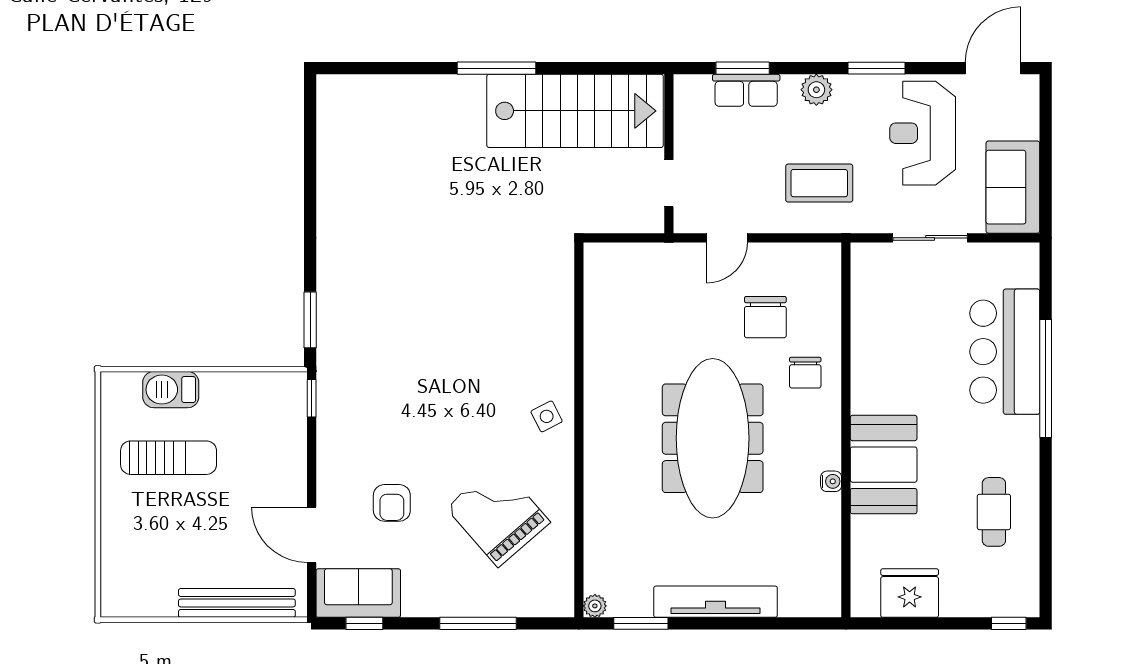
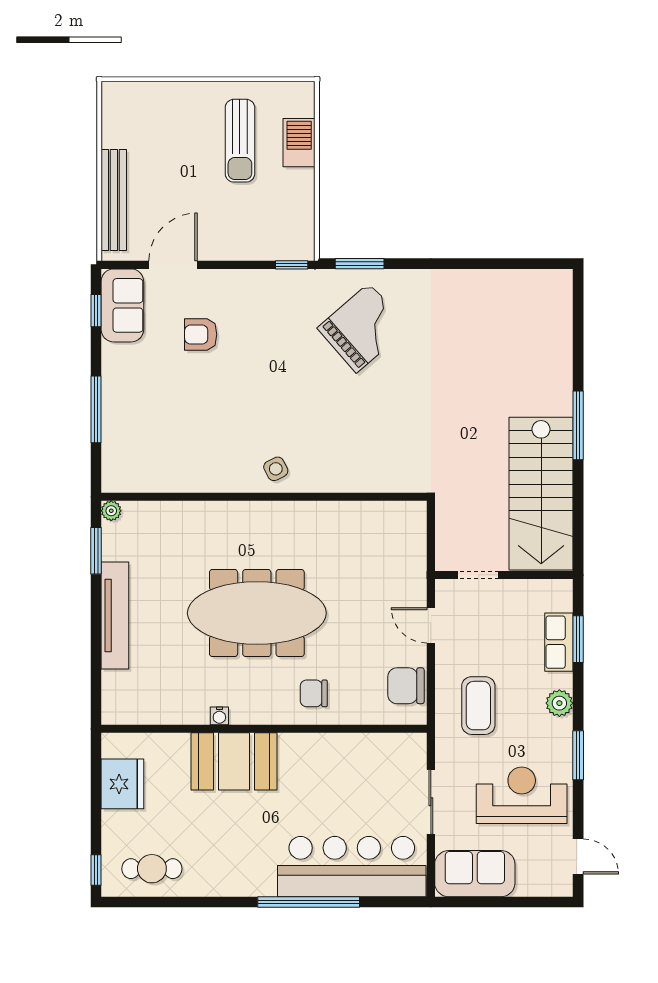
door: (993, 68) -> (578, 857), width x0.73
chair: (765, 317) -> (406, 686), moved
bar counter: (1005, 352) -> (352, 867), width x1.36
cafe table: (994, 512) -> (152, 869), moved
grand piano: (498, 515) -> (363, 328), moved

